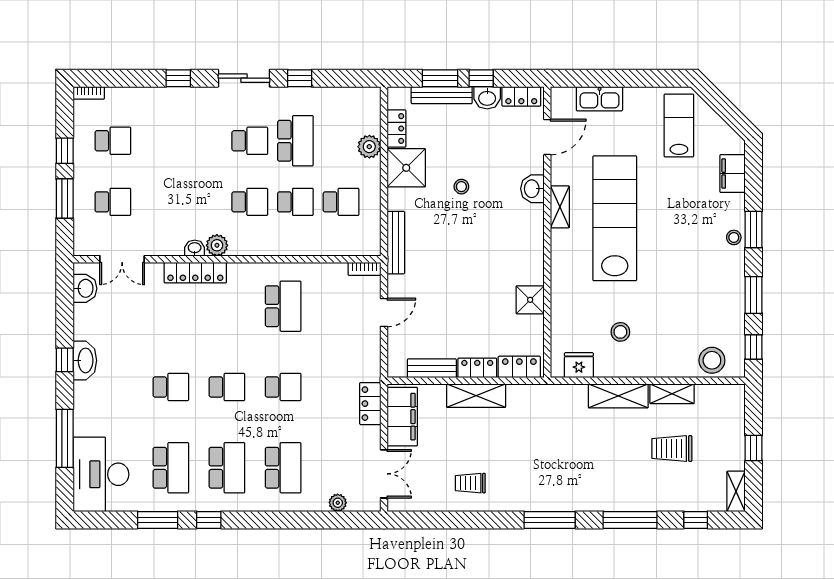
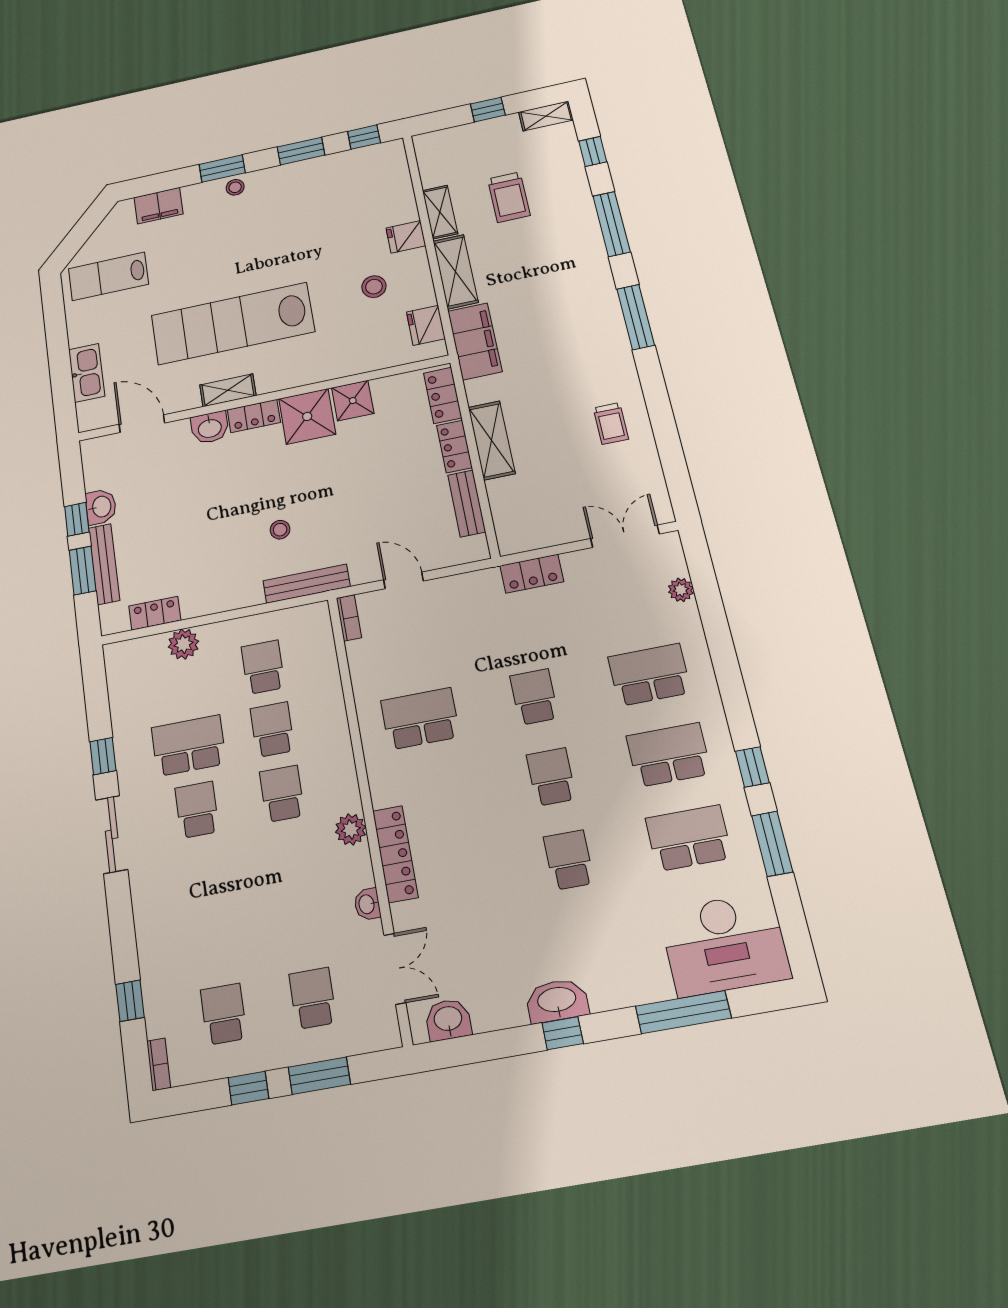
window: (178, 78) -> (130, 1001), moved
locker: (521, 96) -> (254, 416), moved, turned 90
shower: (406, 168) -> (307, 416), moved
stool: (461, 187) -> (280, 530), moved
washbasin: (195, 248) -> (367, 904), moved
stool: (712, 360) -> (389, 178), removed
fridge: (657, 364) -> (406, 237), added
filing cabinet: (402, 417) -> (475, 341), moved, turned 90

